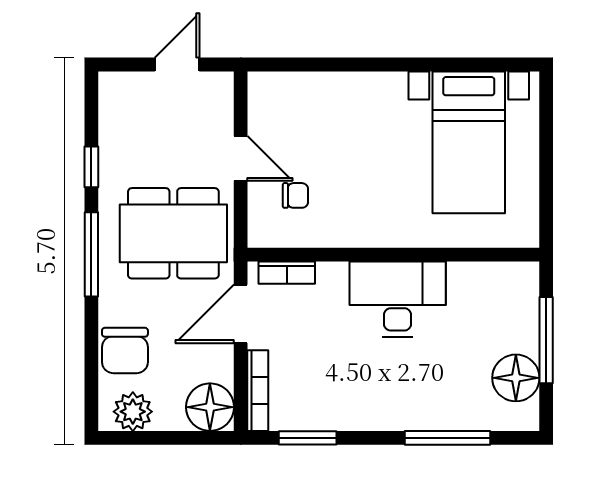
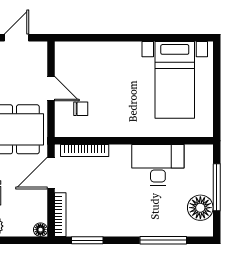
bookcase: (287, 273) -> (85, 151), width x1.56
desk: (398, 299) -> (158, 165), moved
floor lamp: (210, 407) -> (40, 230), width x0.53, depth x0.53

